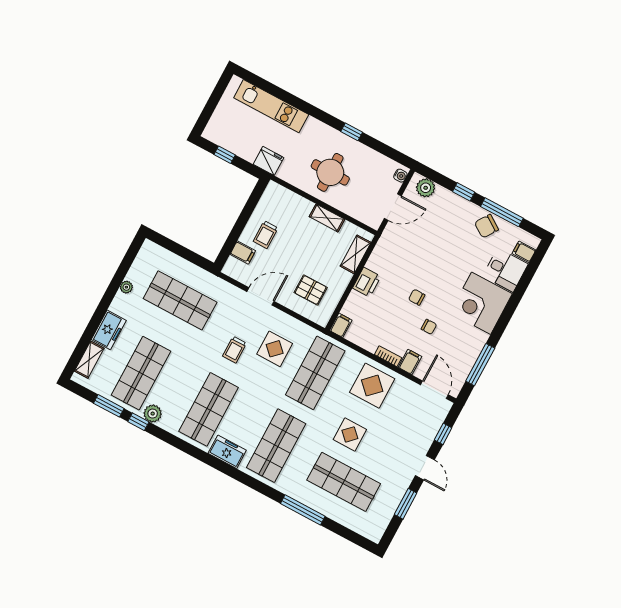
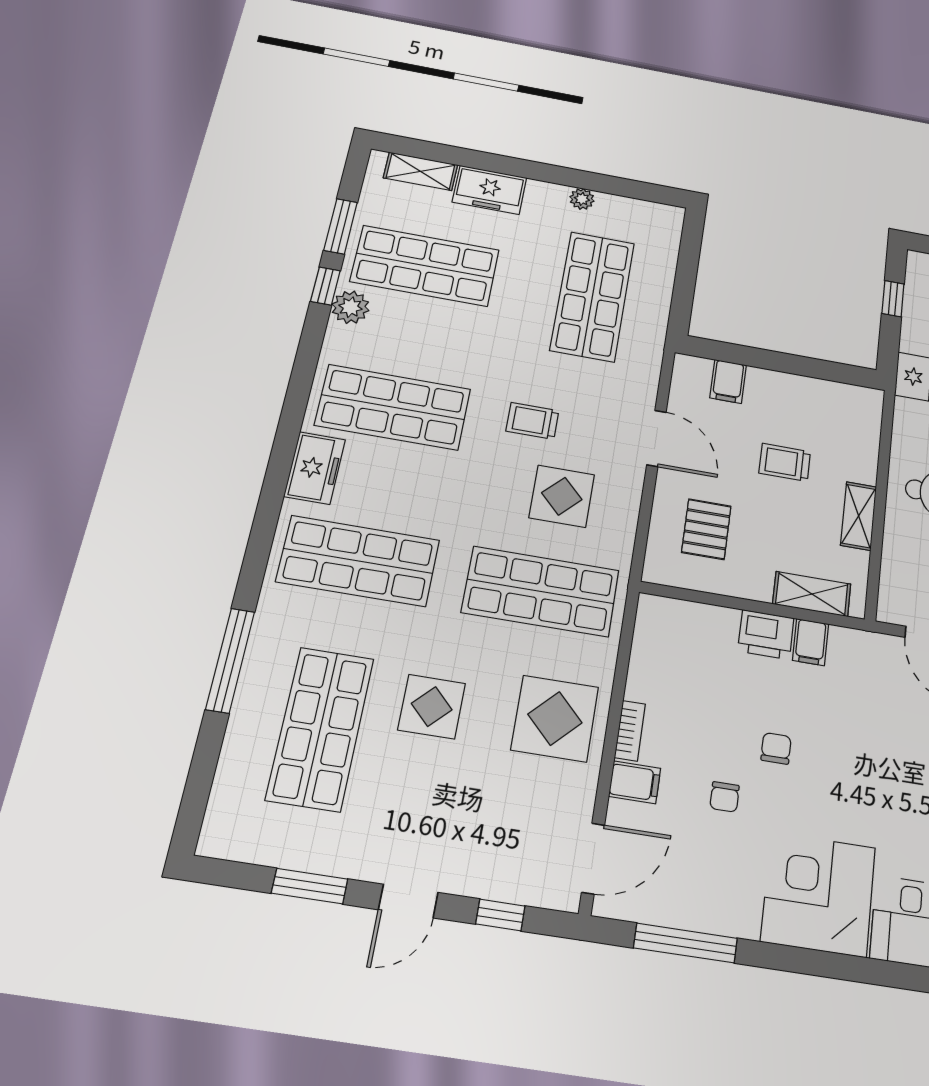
trolley: (266, 235) -> (785, 462), moved
filing cabinet: (341, 325) -> (811, 642), moved, turned 90

